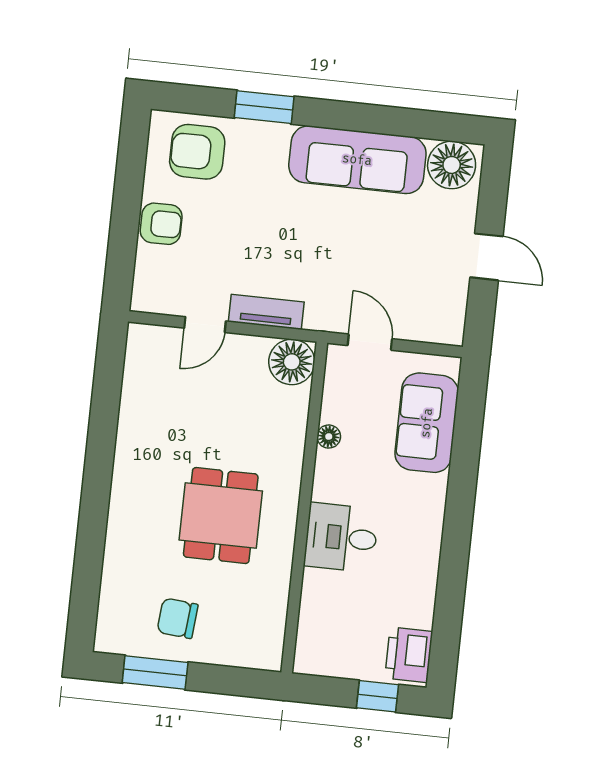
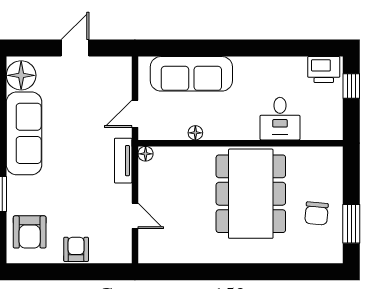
tv unit: (266, 312) -> (123, 161), moved
floor lamp: (292, 362) -> (146, 154), width x0.53, depth x0.53
sofa: (427, 423) -> (191, 74), width x1.36
dining table: (221, 516) -> (251, 194), width x1.88, depth x1.24
desk: (341, 537) -> (280, 119), moved

